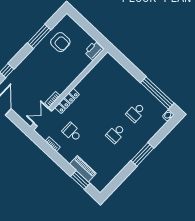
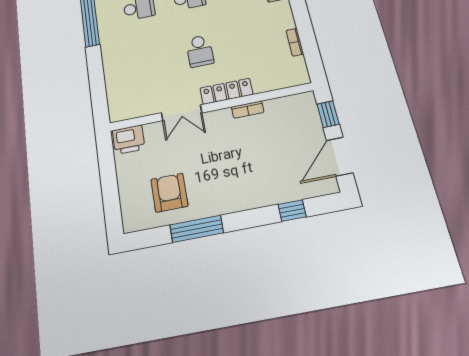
double door: (43, 117) -> (182, 113), moved
window: (18, 121) -> (328, 114), added
school desk: (72, 132) -> (200, 51), moved

